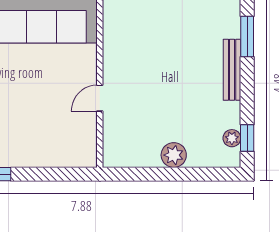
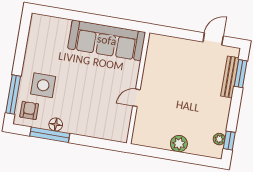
bench: (232, 70) -> (230, 77), moved

